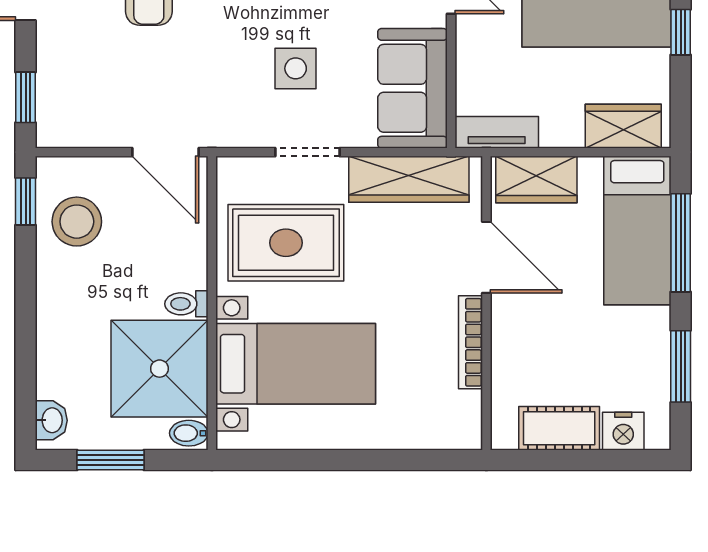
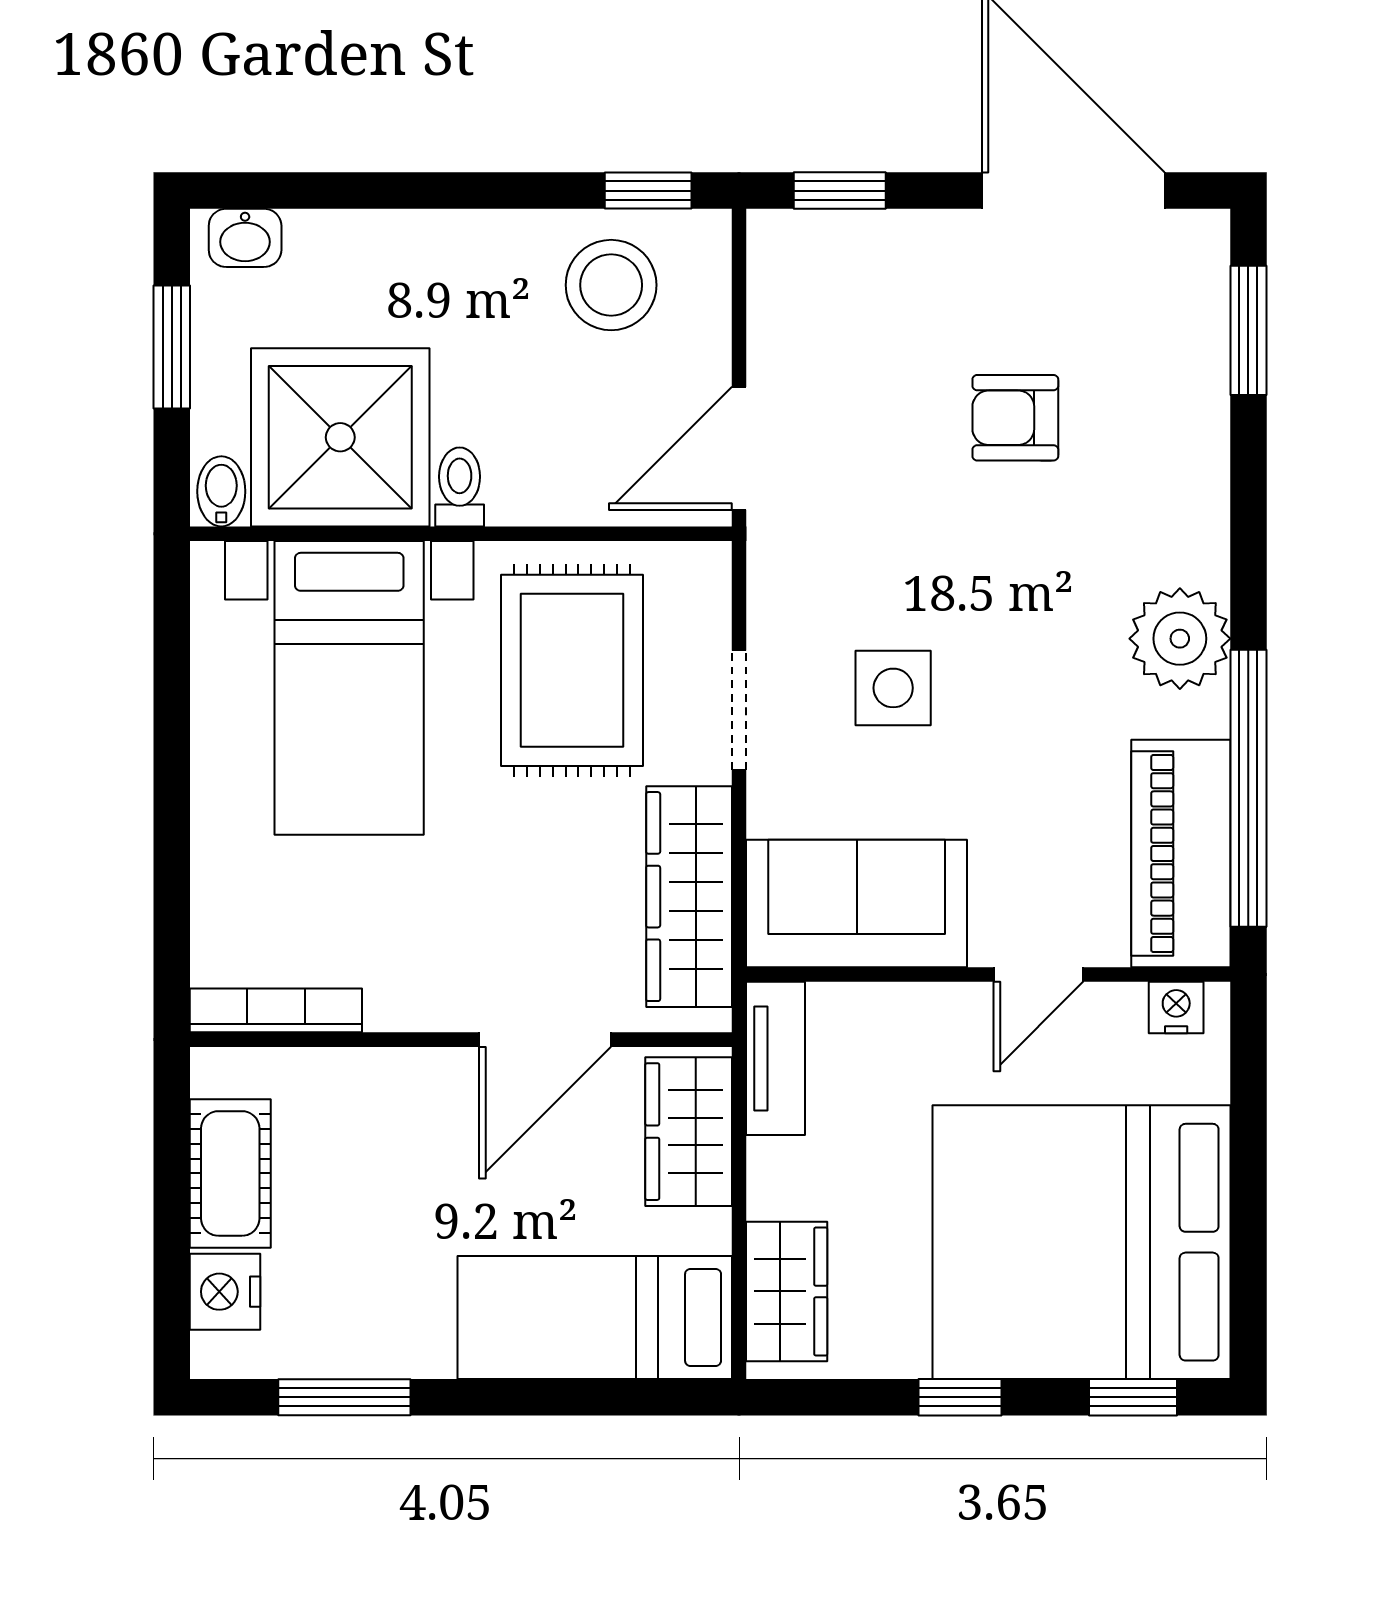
window: (681, 243) -> (572, 1397), removed
bookcase: (471, 342) -> (276, 1010), moved

